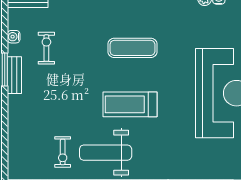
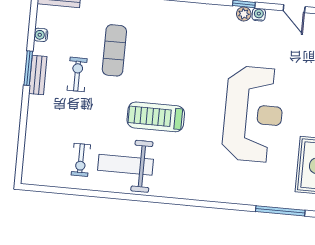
exercise bike: (46, 48) -> (77, 74), moved
exercise mat: (132, 48) -> (114, 50), moved, turned 90

